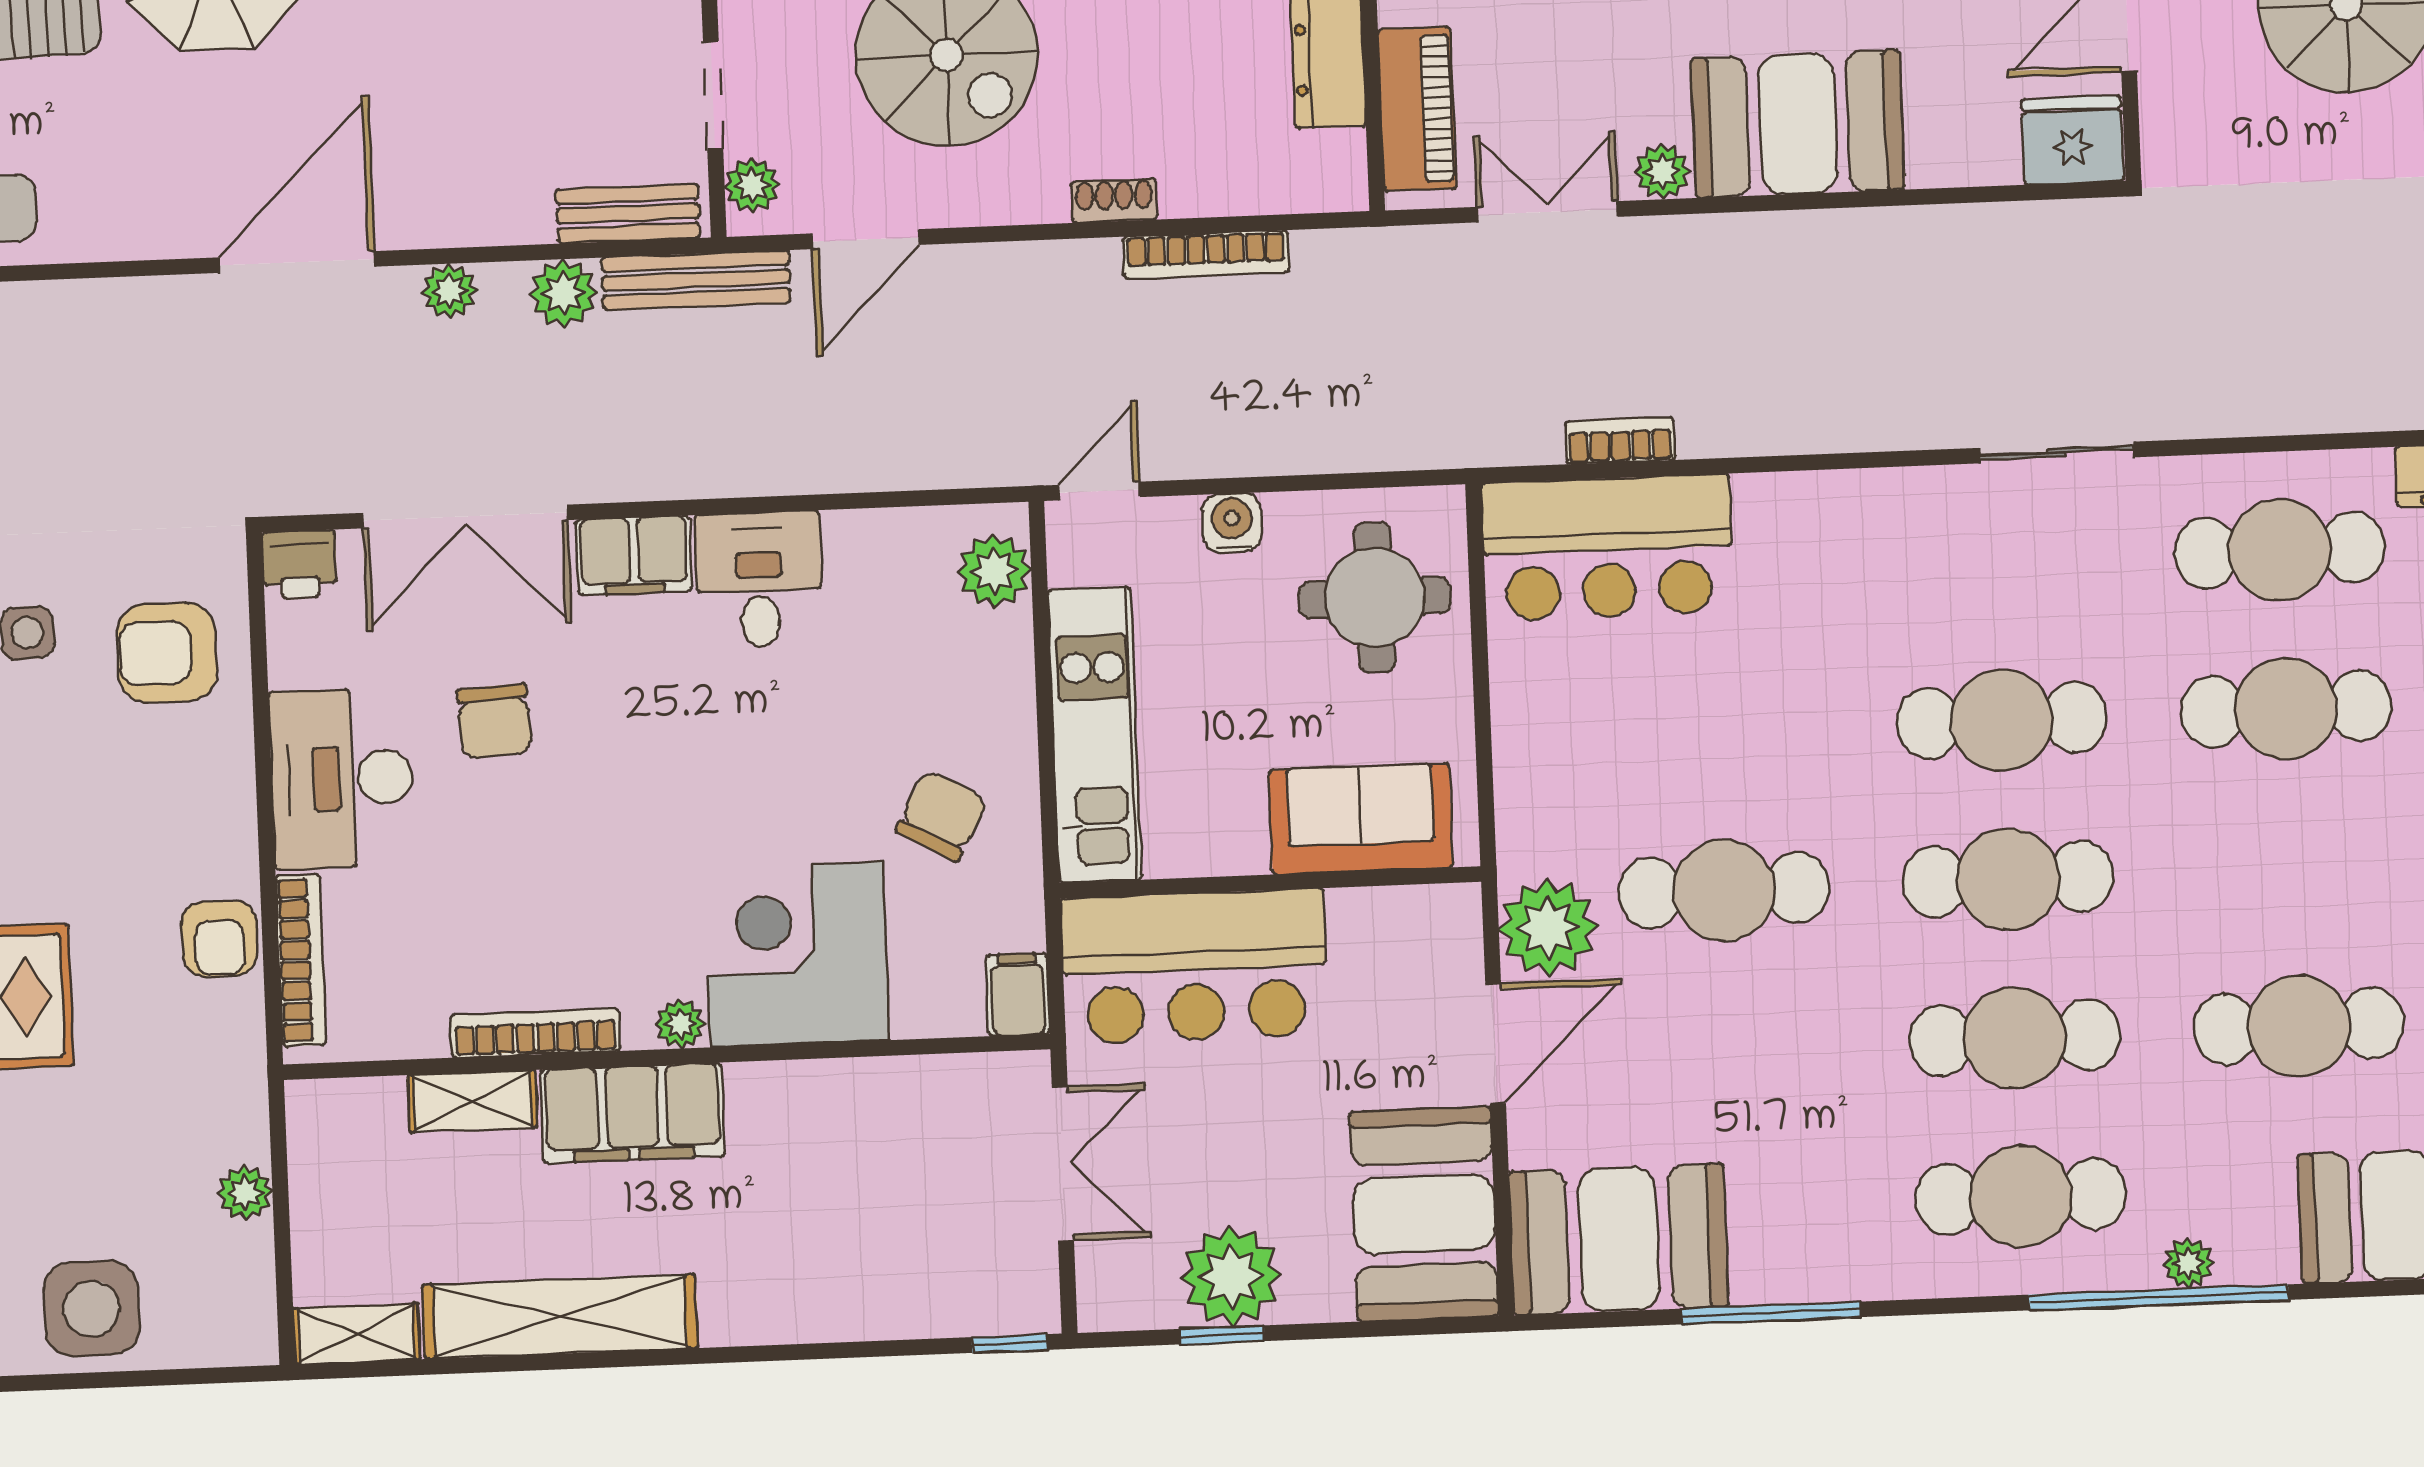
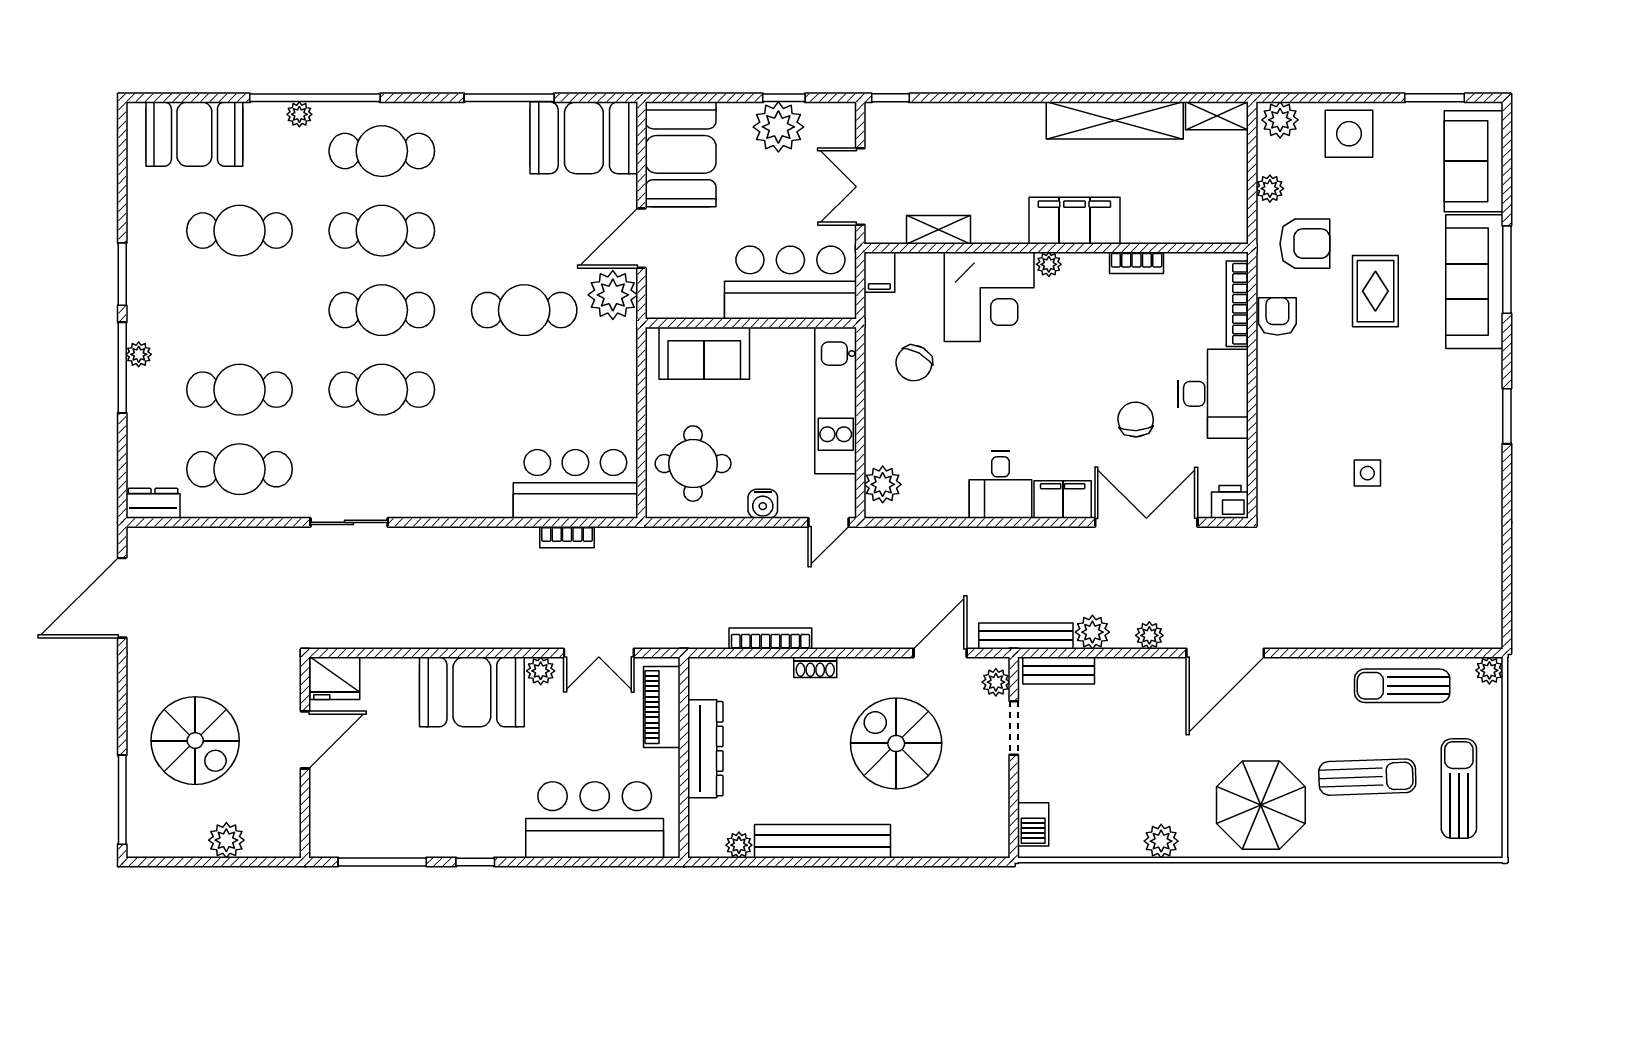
armchair: (167, 653) -> (1305, 244), moved
bookcase: (535, 1033) -> (1137, 263), width x0.64
shelving: (472, 1101) -> (939, 230), moved
plant: (230, 1331) -> (1280, 120), added

